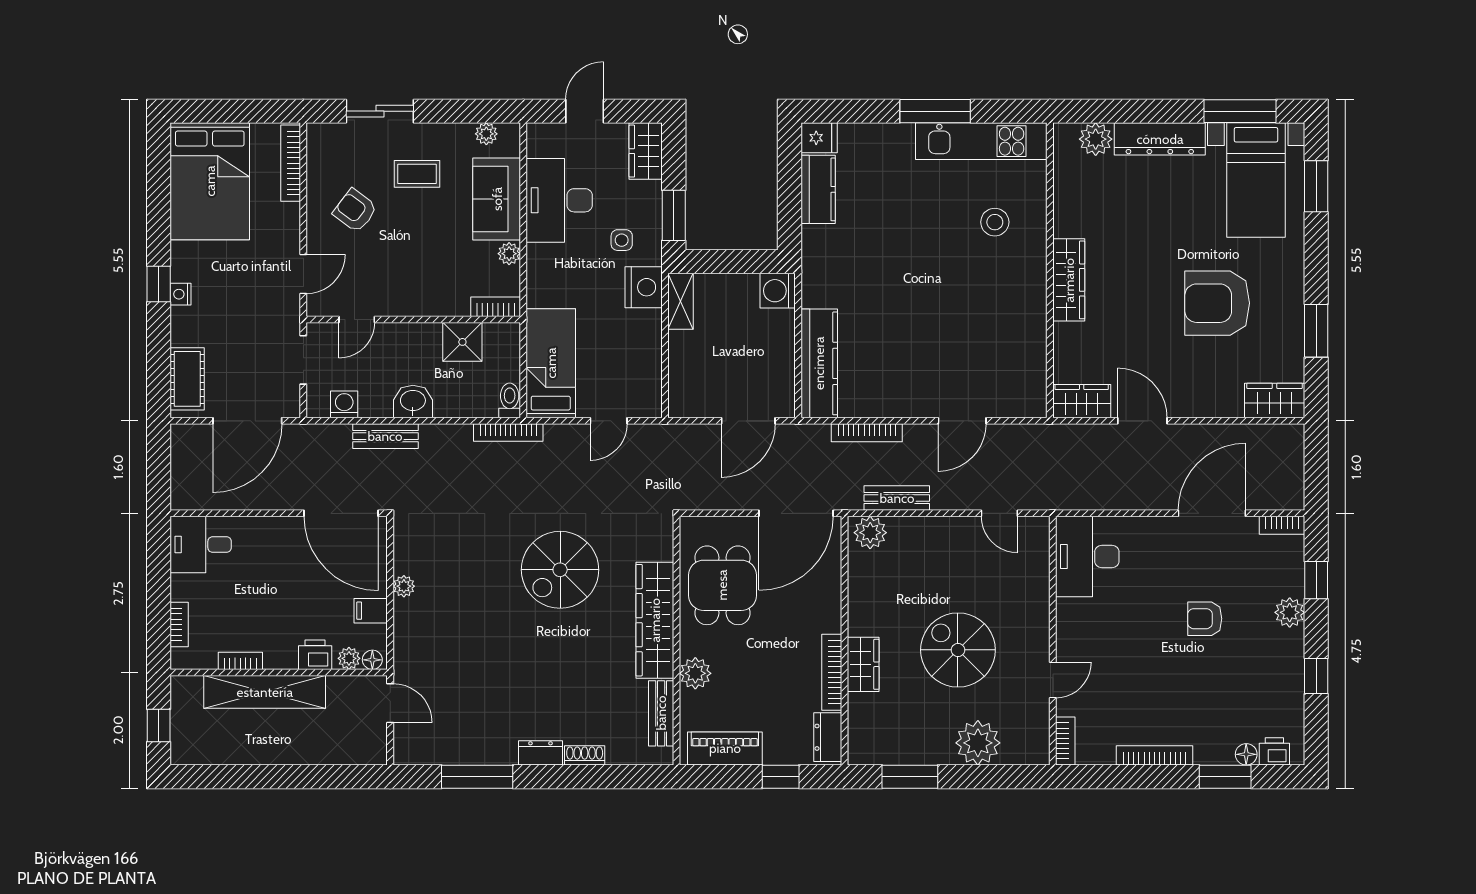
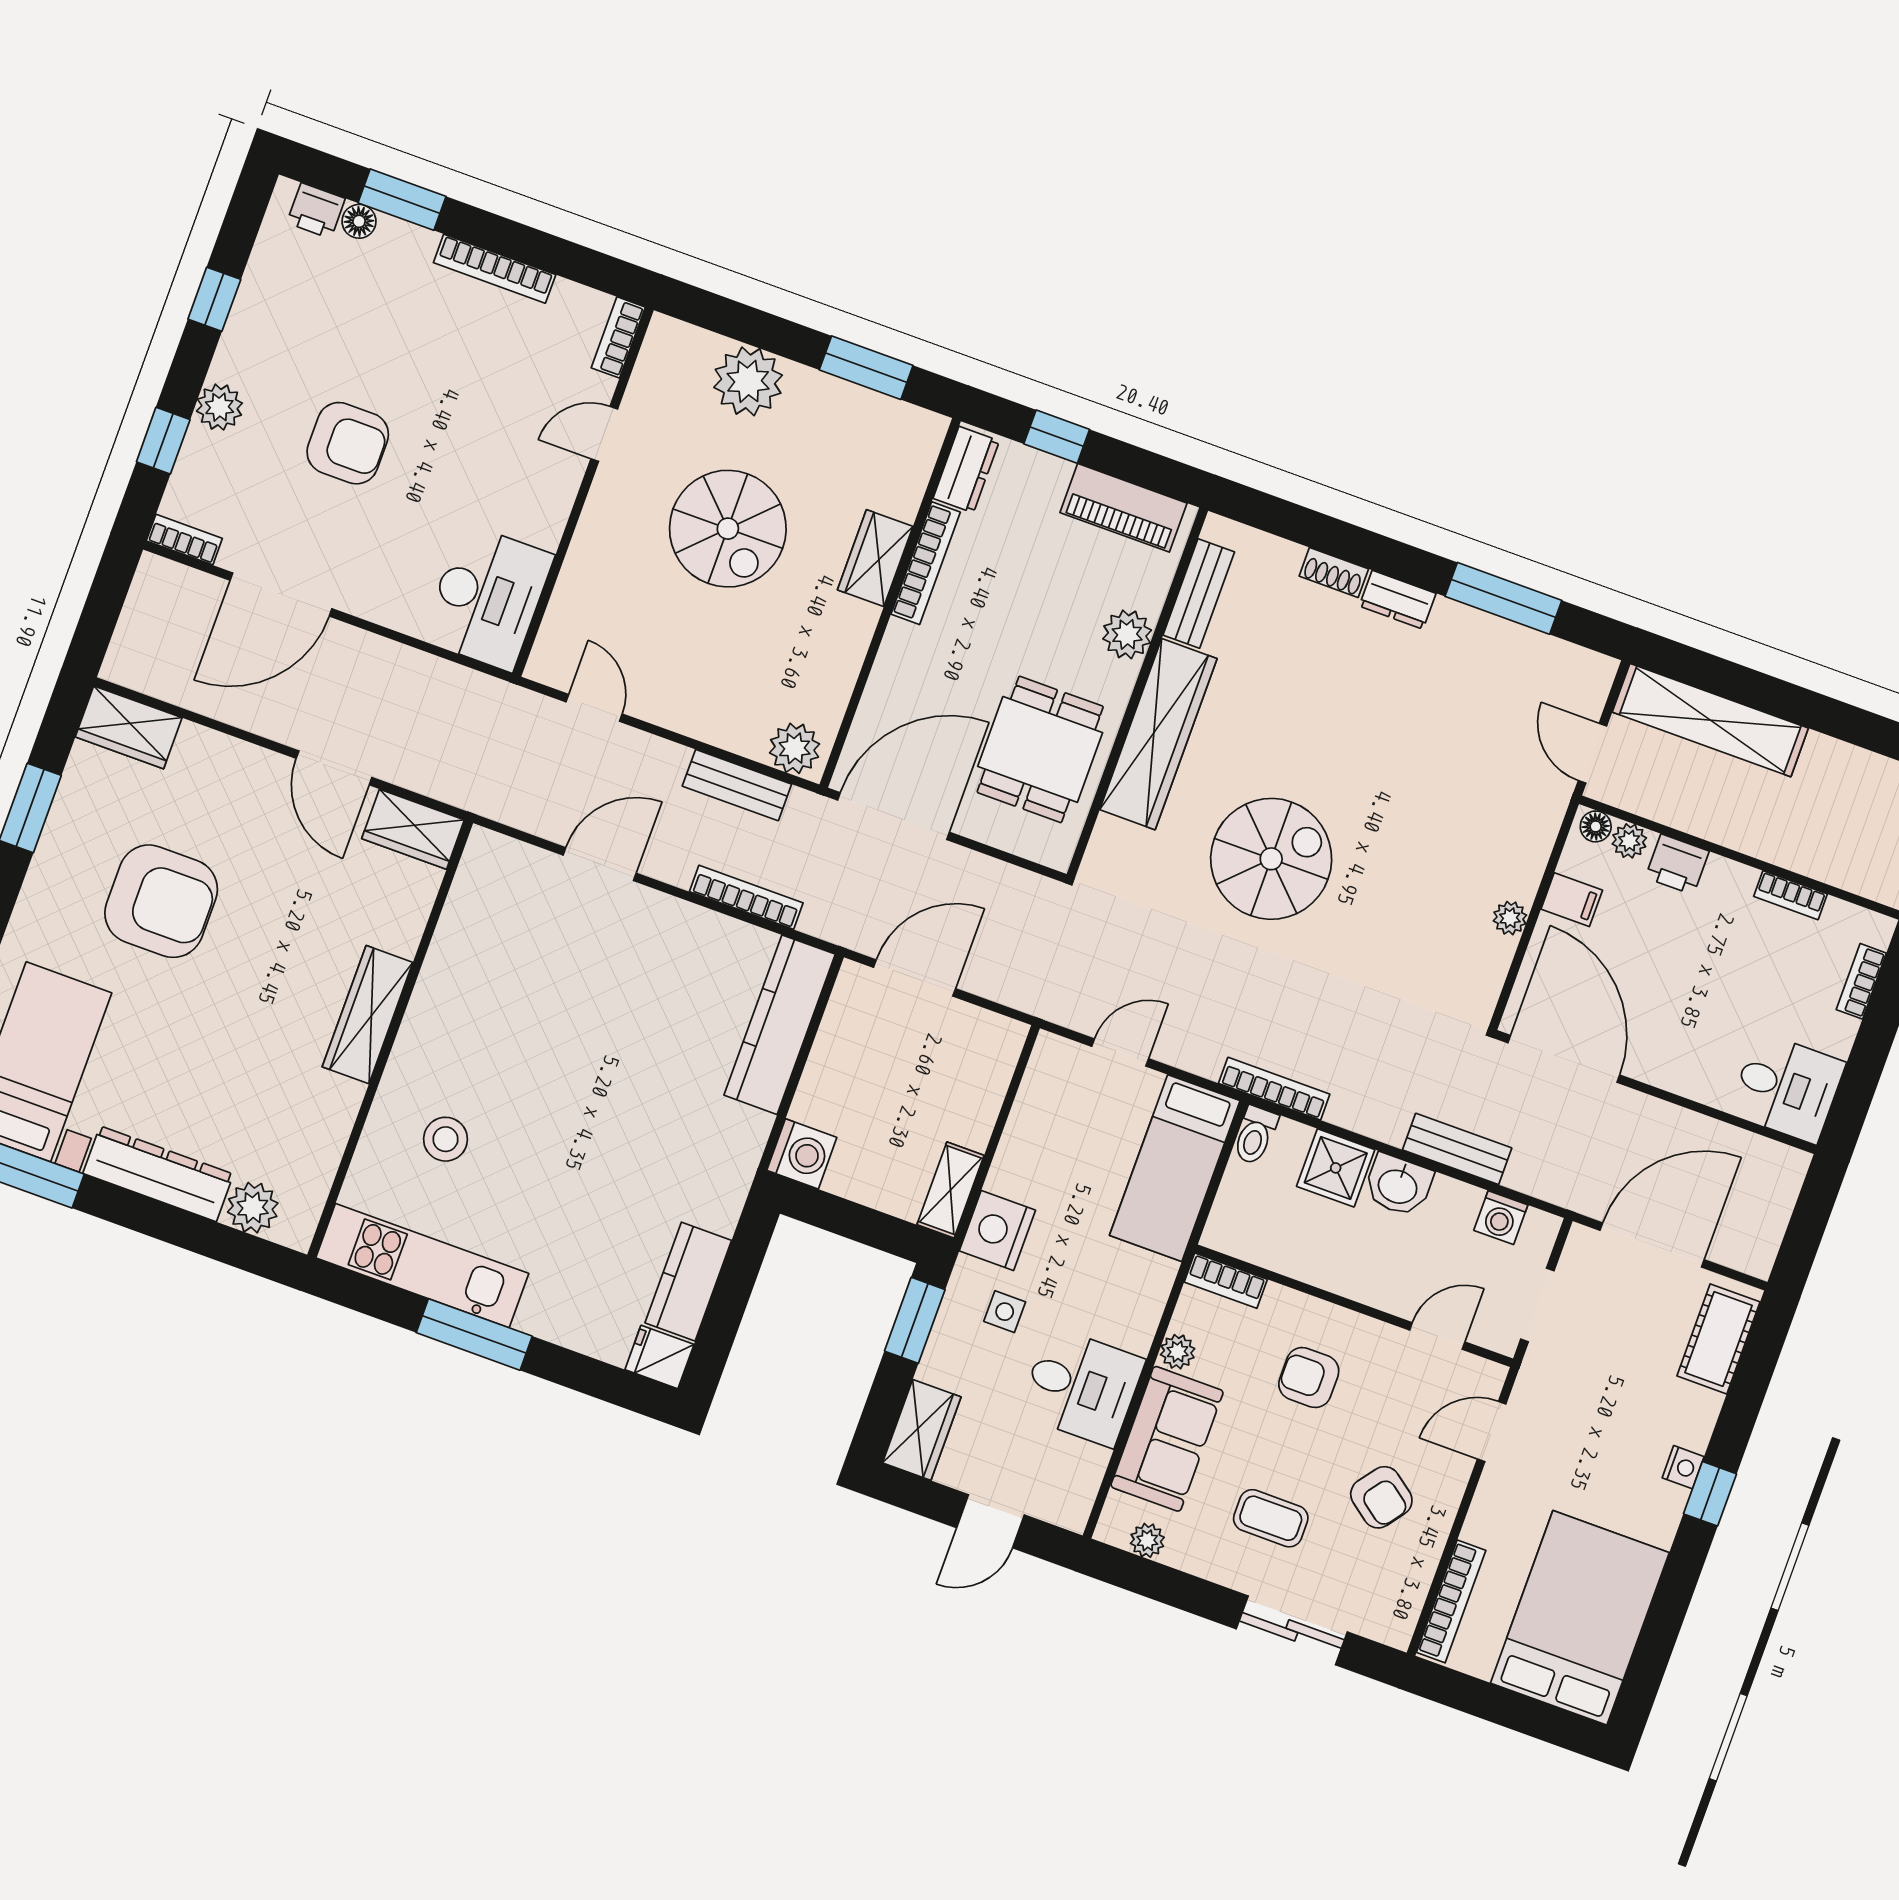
desk: (559, 200) -> (1082, 1387), width x0.73
armchair: (425, 267) -> (1309, 1378), added
shower: (462, 342) -> (1336, 1168), moved
armchair: (1205, 619) -> (348, 443), width x1.38, depth x1.38
shelving: (265, 692) -> (1710, 720), moved

